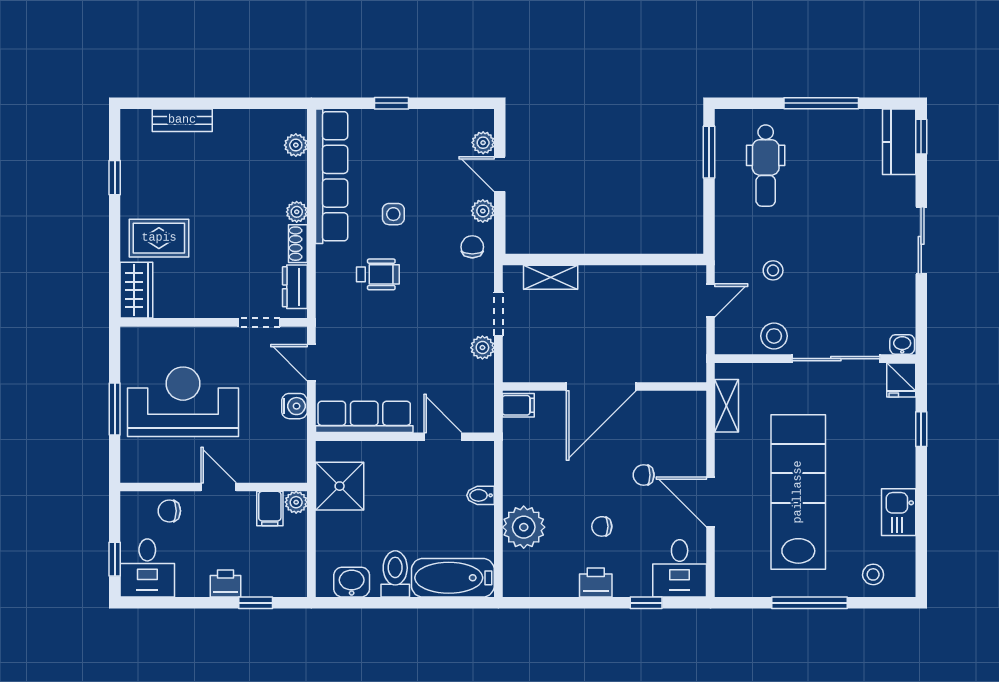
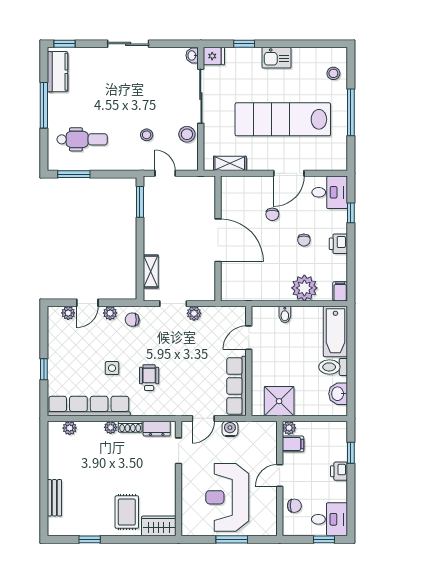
kitchen counter: (899, 142) -> (57, 72), moved, turned -90
window: (664, 260) -> (140, 202), added
filing cabinet: (518, 405) -> (340, 291), moved
chair: (169, 511) -> (294, 506), turned -90
kitchen sink: (899, 512) -> (276, 58), moved

